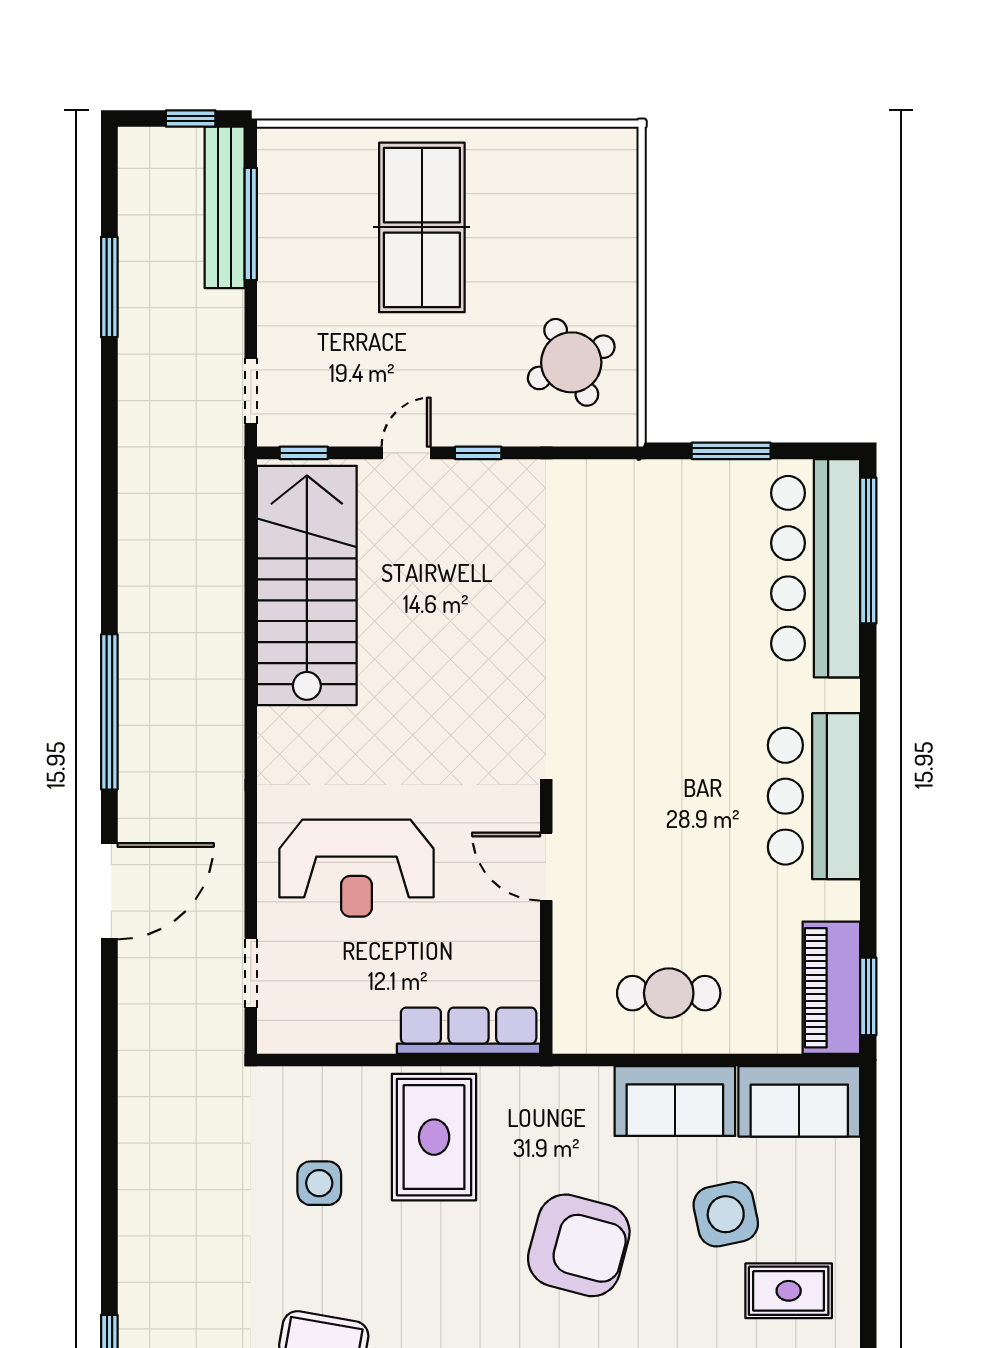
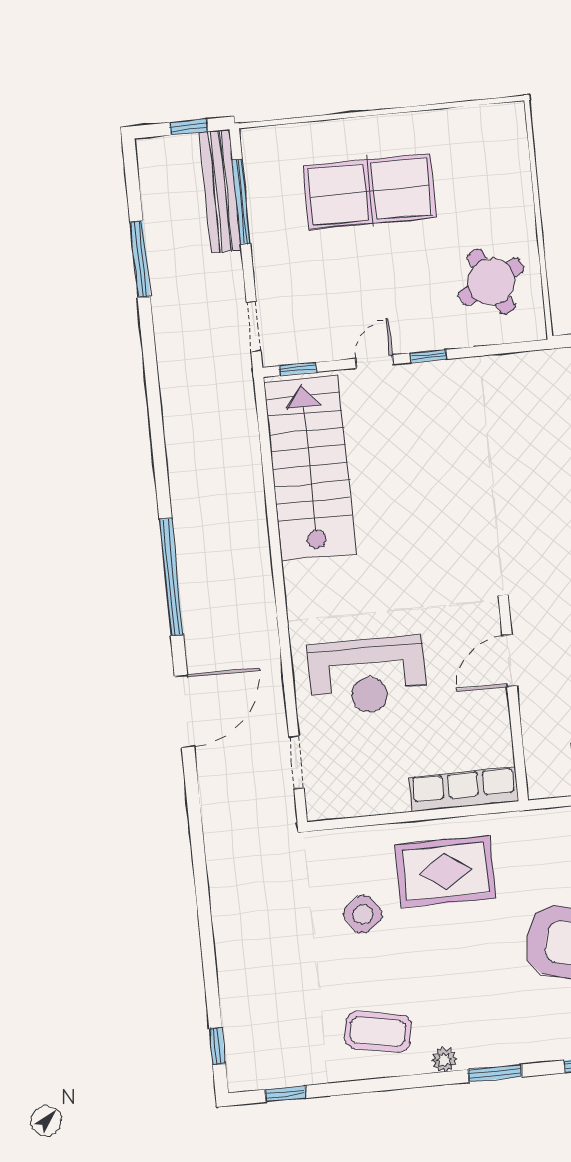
table tennis table: (422, 227) -> (370, 192), turned 90
door: (546, 867) -> (510, 661), hinge flipped
rug: (434, 1137) -> (445, 871), turned 90
side table: (319, 1183) -> (363, 914), turned -35

